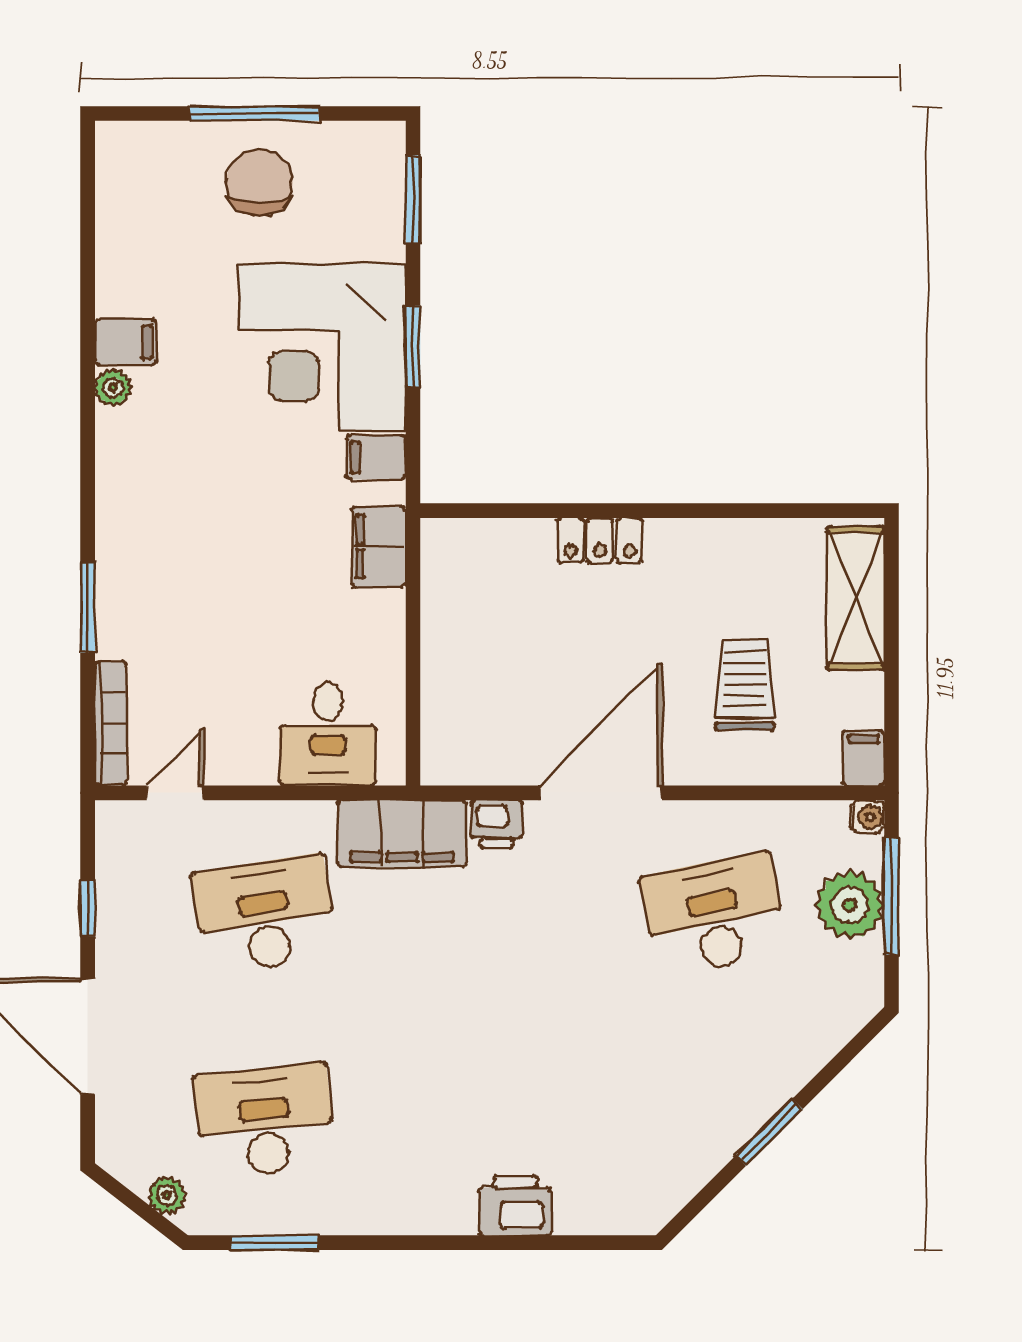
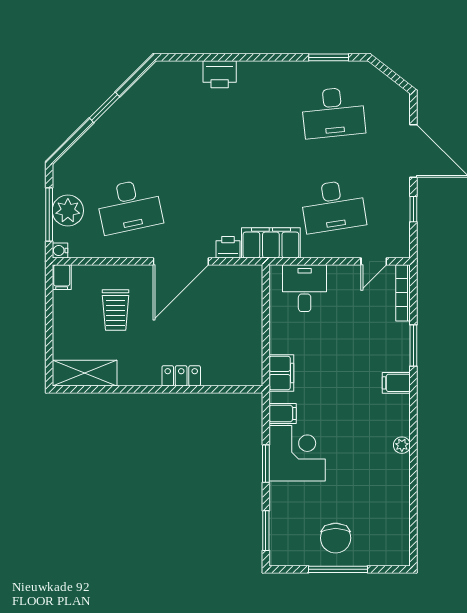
filing cabinet: (126, 342) -> (396, 383), moved
corner desk: (322, 347) -> (297, 453), width x0.74, depth x0.74
shelving: (856, 598) -> (85, 373), moved, turned 90
plant: (167, 1195) -> (378, 79), removed

